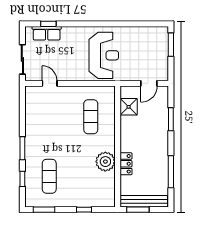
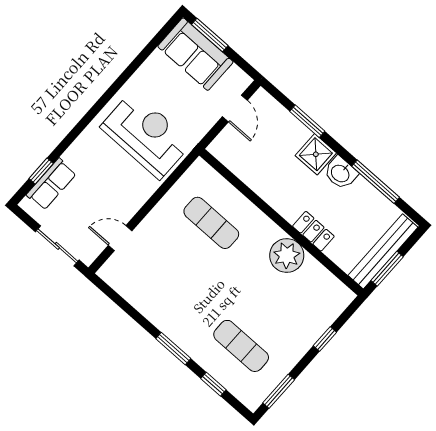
sofa: (157, 46) -> (195, 54), added
shower: (129, 107) -> (316, 154), moved
washbasin: (161, 153) -> (341, 173), added

